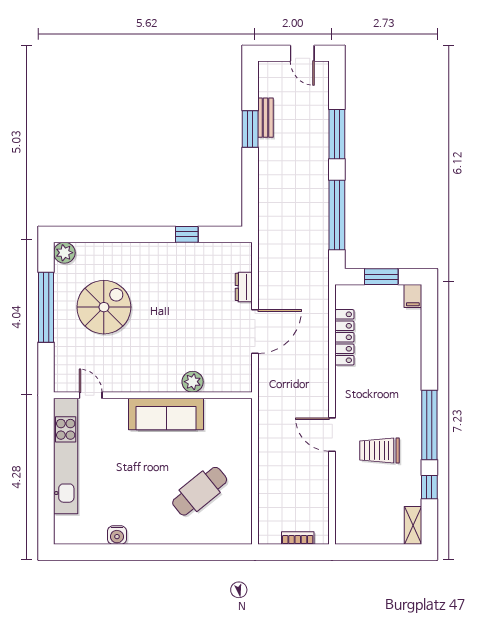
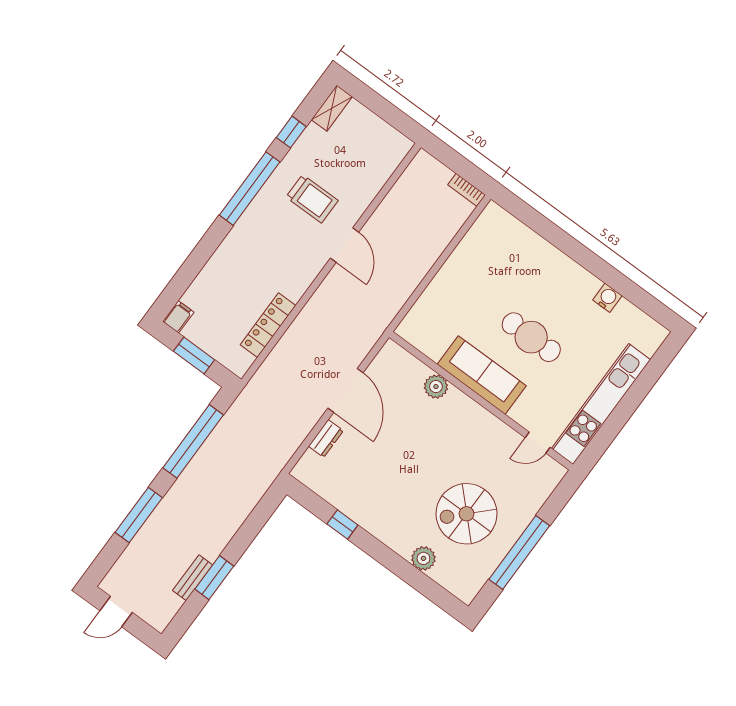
door: (302, 53) -> (116, 612), swing flipped
plant: (64, 253) -> (423, 558), moved
door: (255, 332) -> (346, 390), swing flipped
door: (91, 395) -> (538, 443), hinge flipped
cafe table: (200, 491) -> (531, 337), moved, turned 39
bookcase: (298, 538) -> (467, 190), moved

